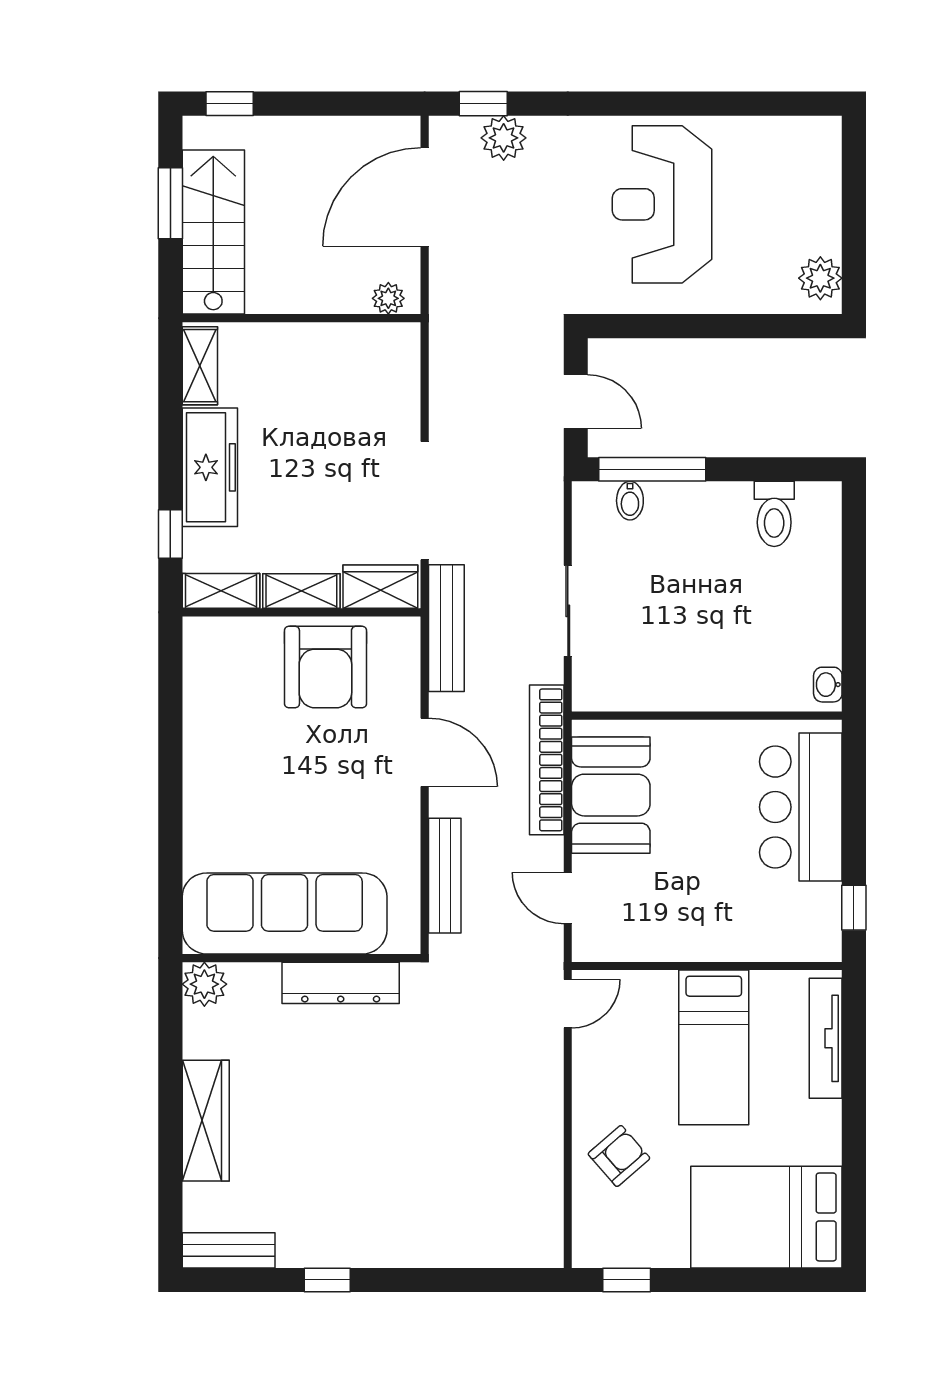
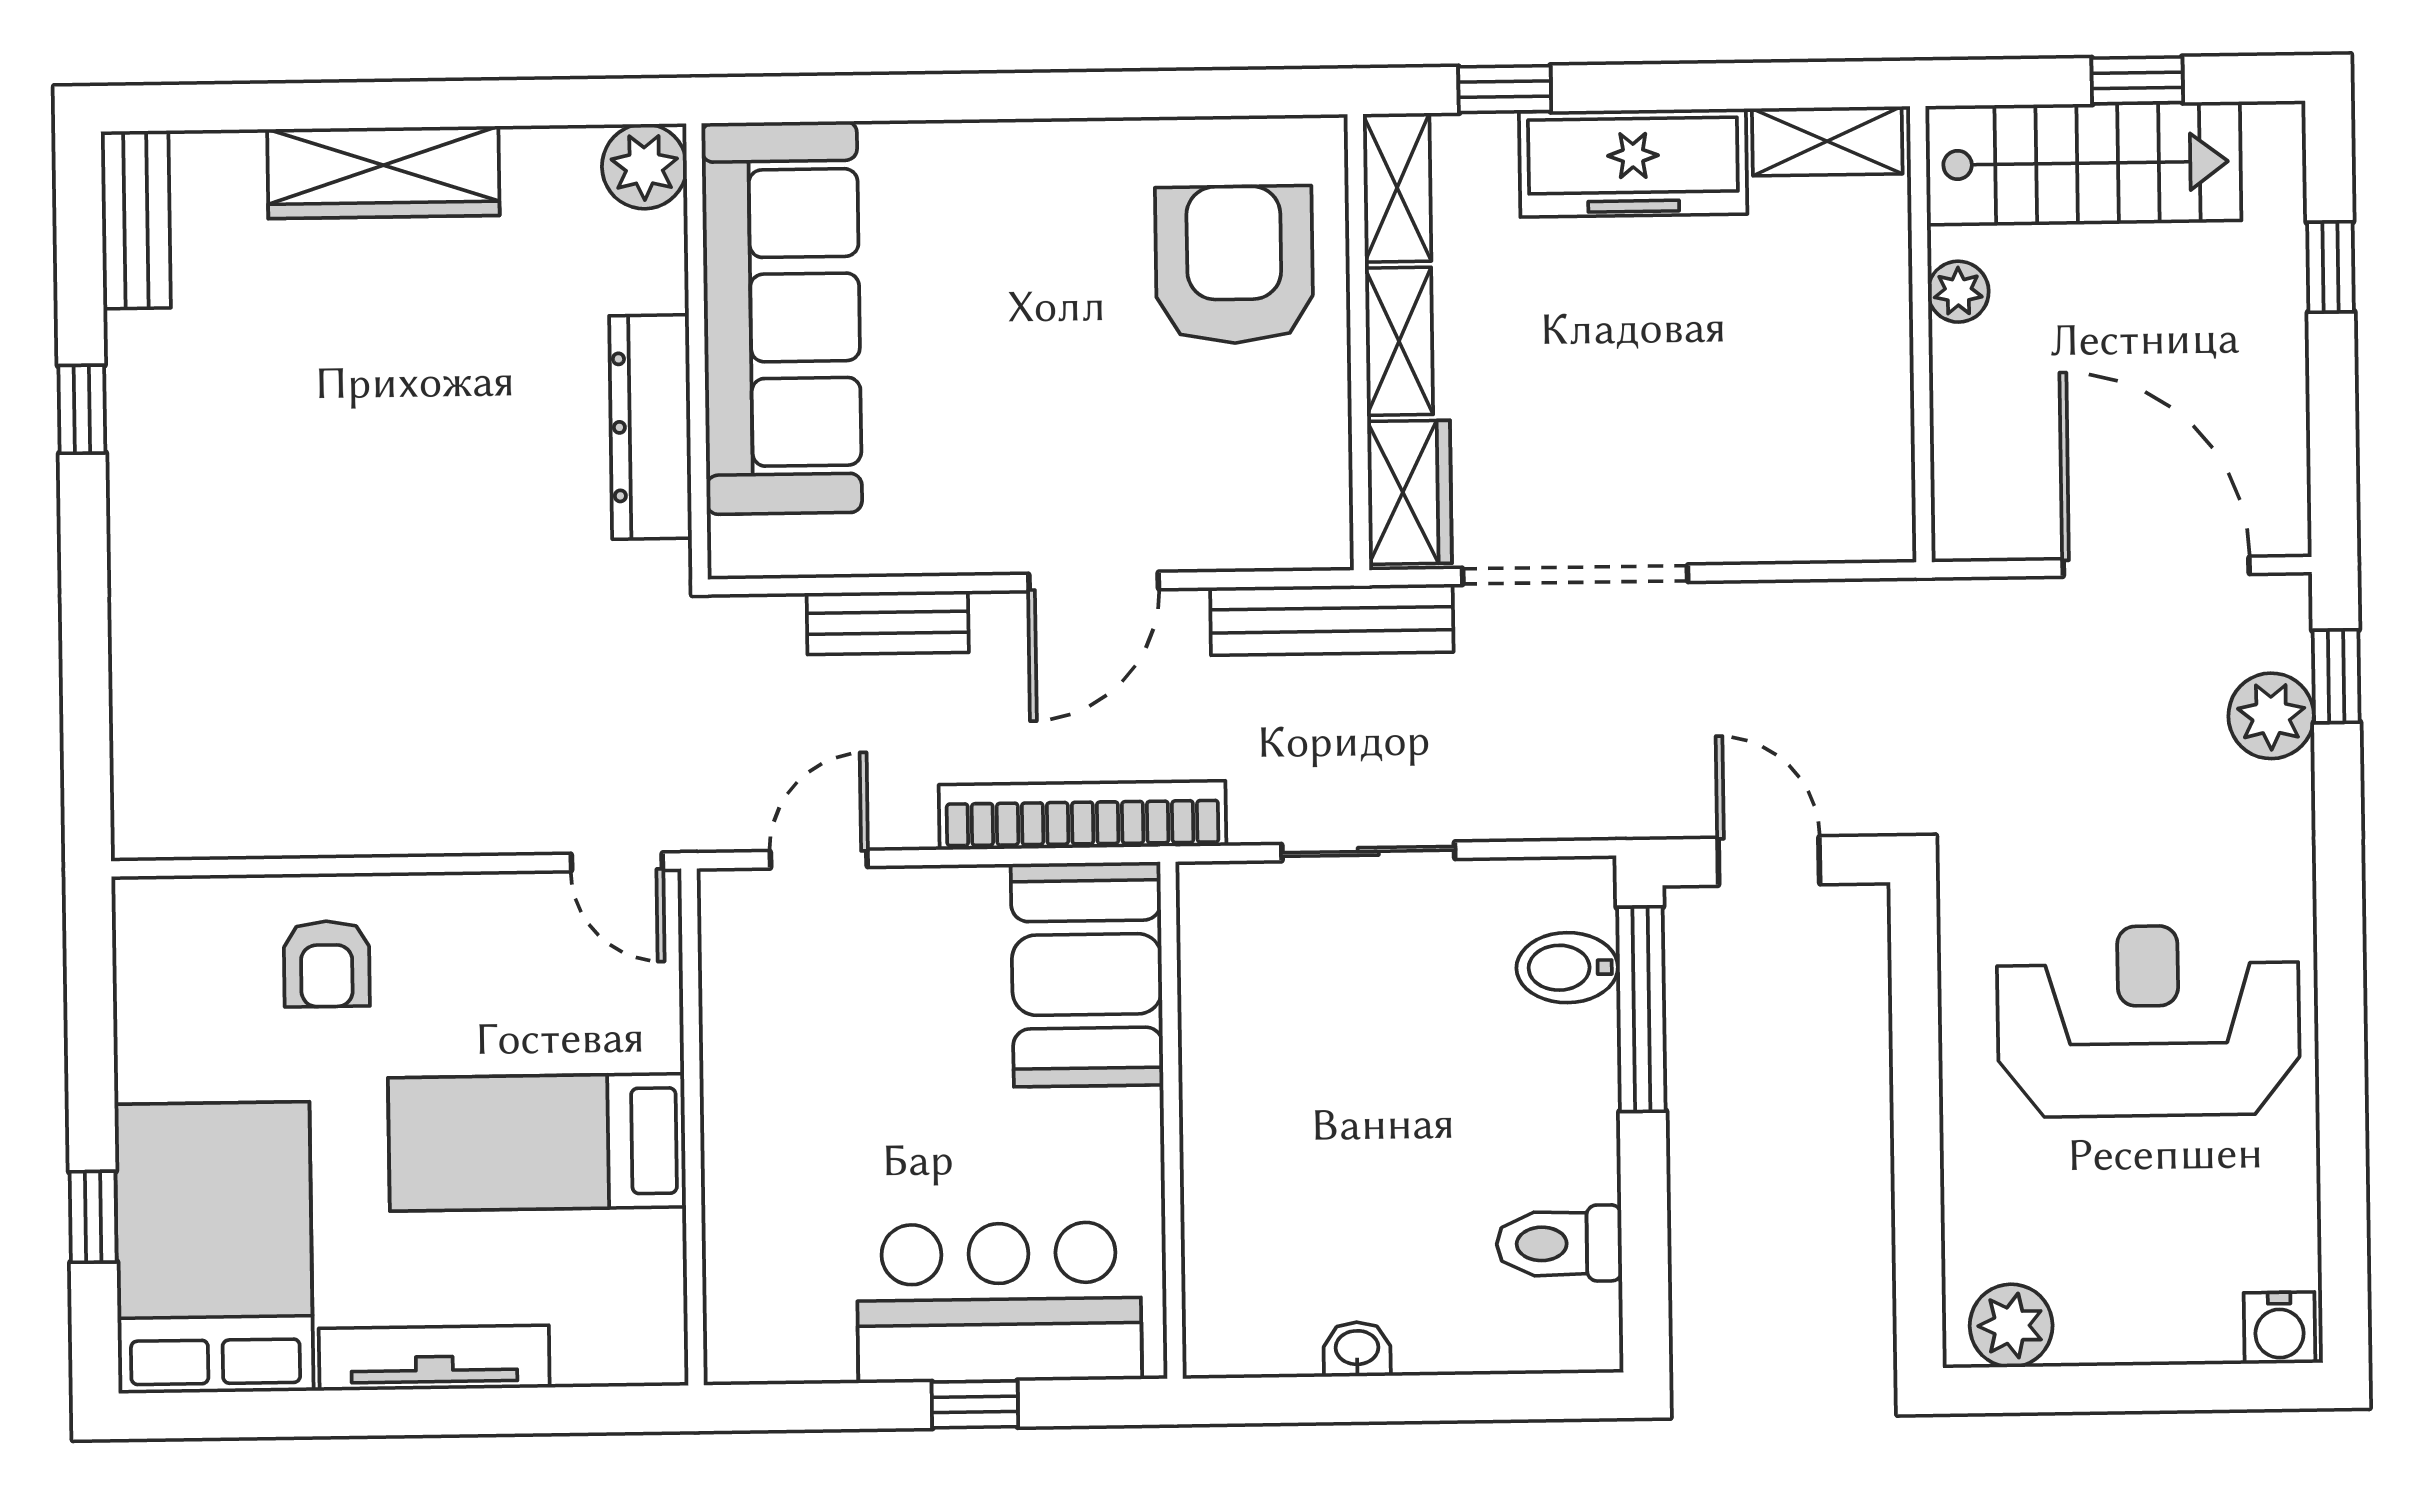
window: (230, 104) -> (2330, 267), moved
water cooler: (823, 138) -> (2279, 1328), added
window: (170, 203) -> (2137, 80), width x0.67
plant: (388, 298) -> (1958, 292), moved
door: (576, 402) -> (1769, 861), swing flipped
bidet: (630, 501) -> (1567, 968), width x1.38, depth x1.36
armchair: (325, 667) -> (1234, 265), moved, turned 90
washbasin: (828, 685) -> (1357, 1349), moved
booth: (611, 795) -> (1087, 974), moved, turned 90
bench: (445, 876) -> (888, 623), width x0.73
window: (854, 908) -> (975, 1404), moved
tv unit: (826, 1038) -> (434, 1358), moved
armchair: (619, 1156) -> (327, 964), turned 41
window: (627, 1280) -> (93, 1217), moved

